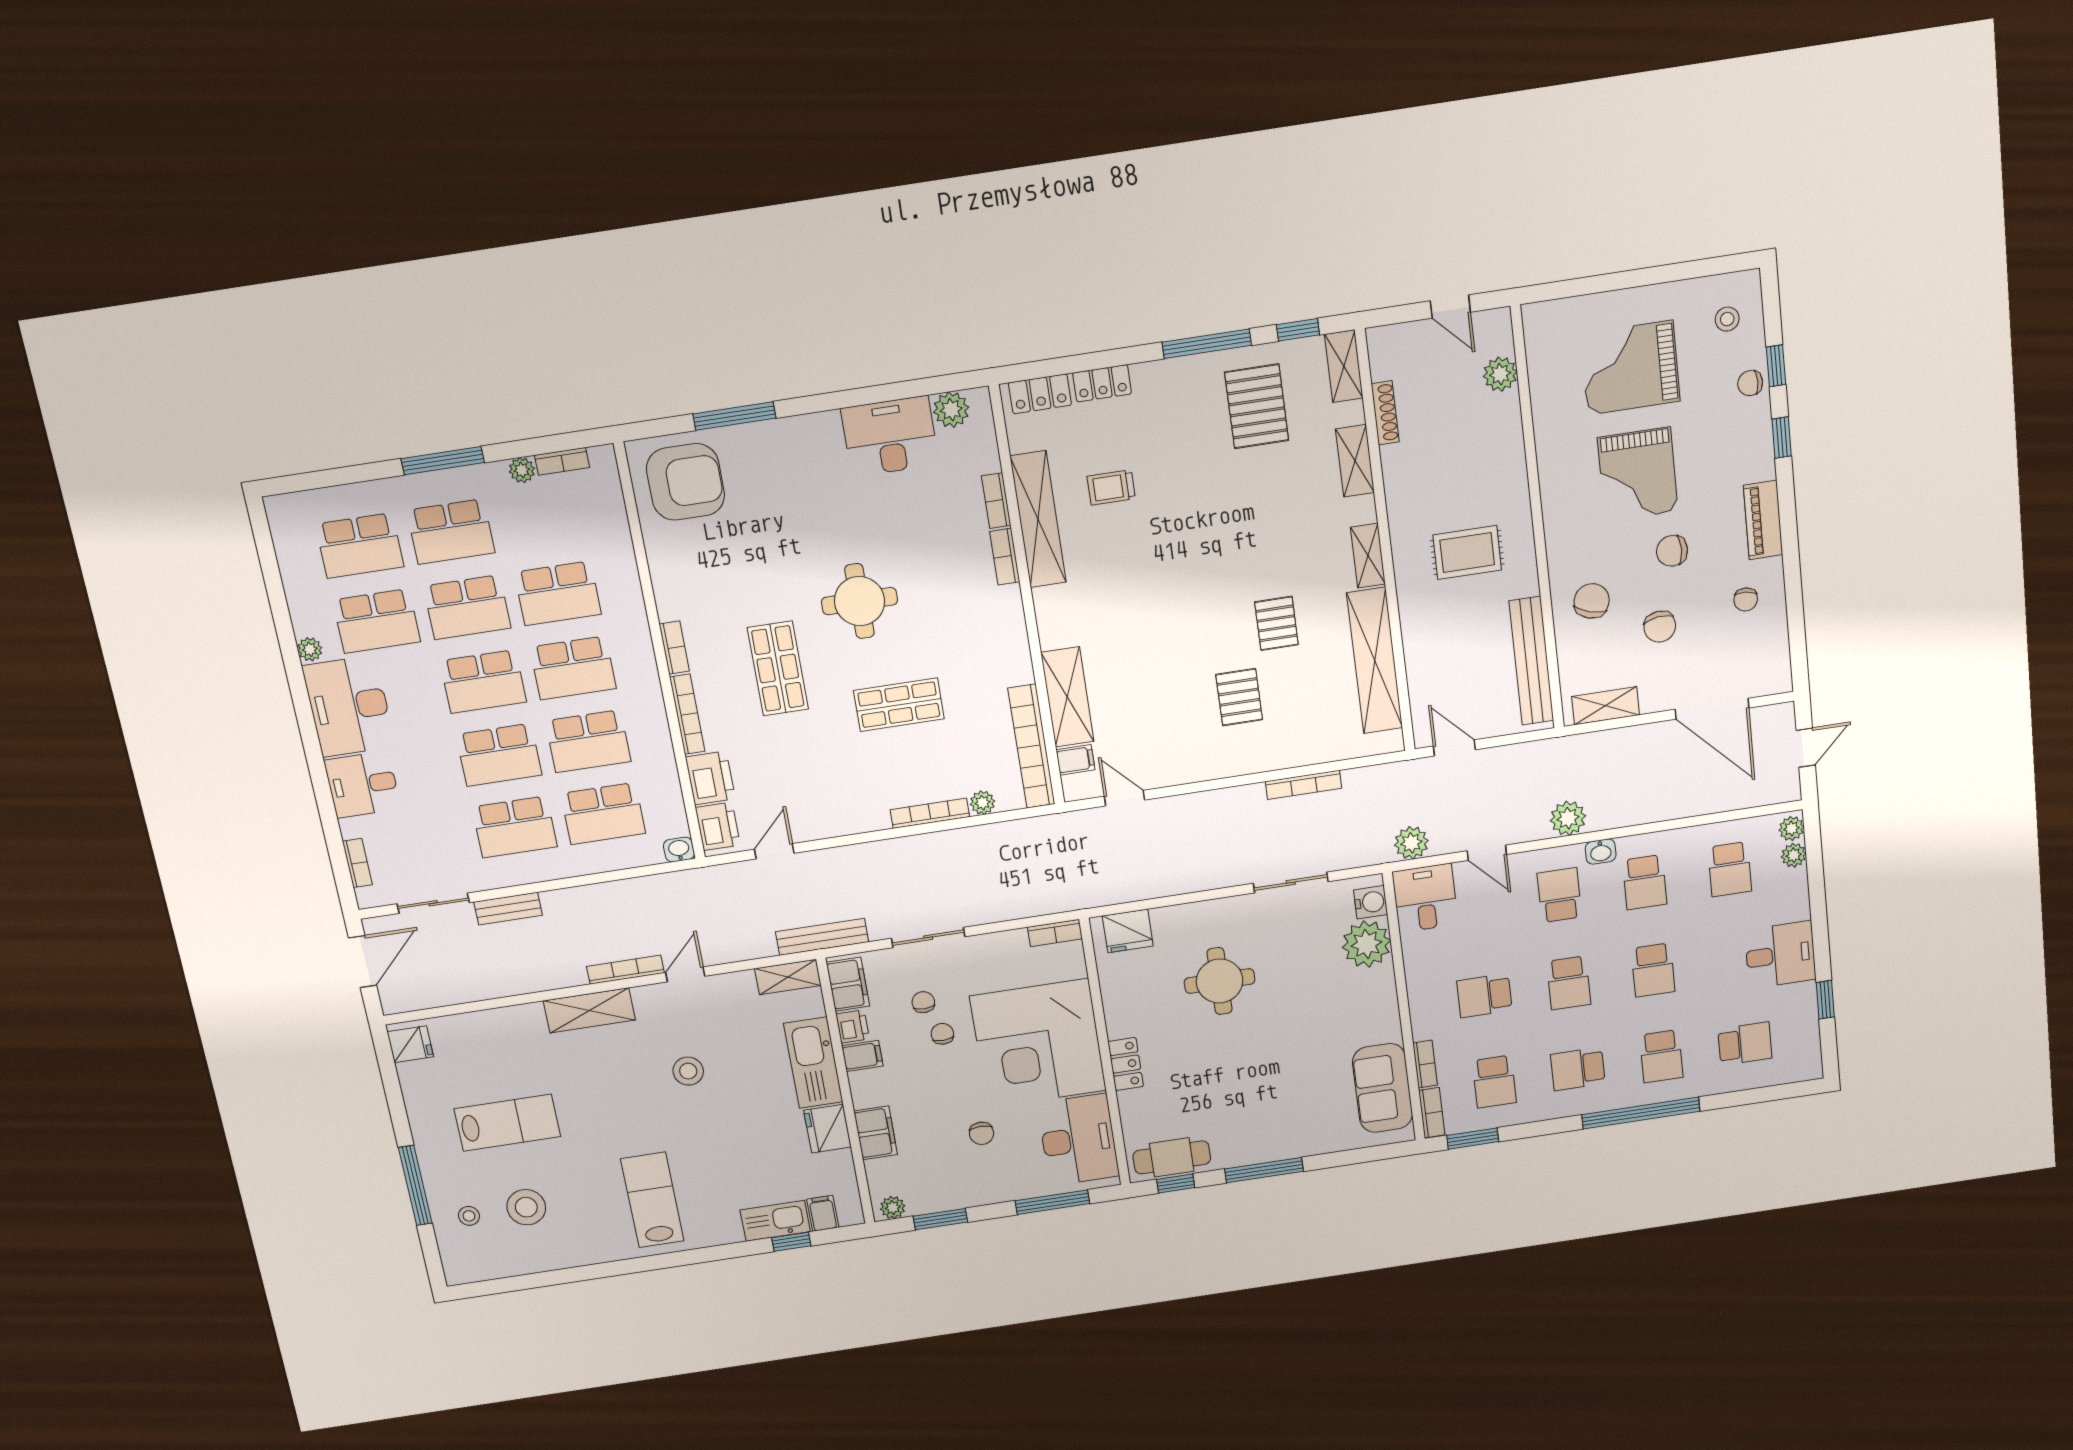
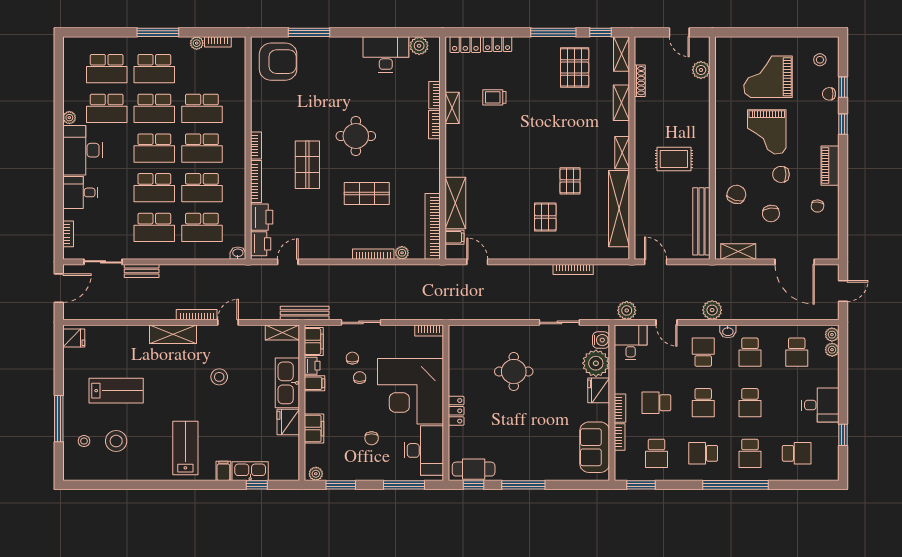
shelving: (1038, 519) -> (452, 108), width x0.45, depth x0.75
fridge: (1128, 931) -> (599, 390), moved, turned 90
bookcase: (1432, 1113) -> (620, 408), moved
filing cabinet: (823, 1213) -> (223, 471), moved

